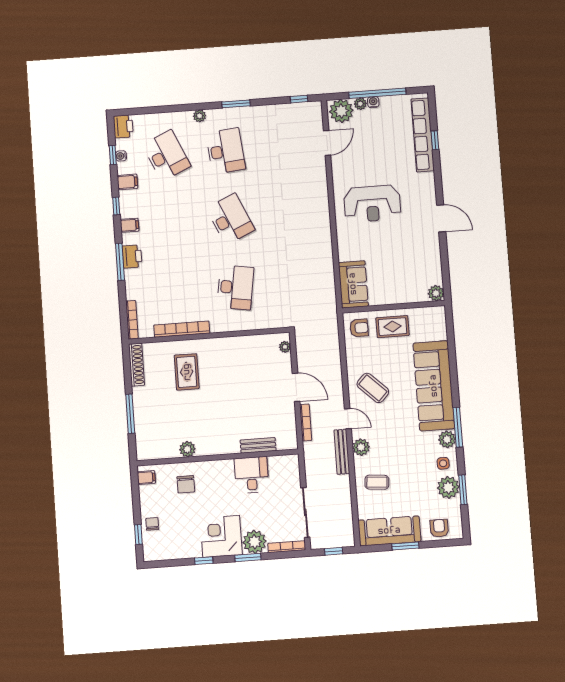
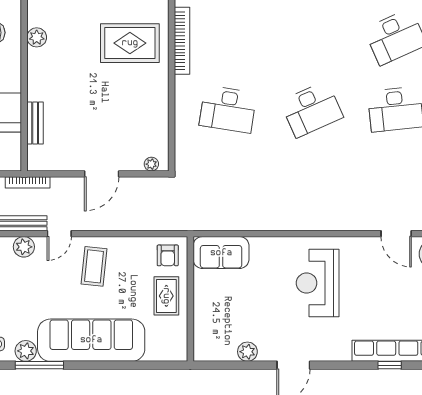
plant: (436, 293) -> (247, 352), moved
rug: (187, 372) -> (130, 43), width x1.36, depth x1.43
coffee table: (373, 388) -> (94, 266), turned -38
bookcase: (306, 423) -> (28, 182), moved

